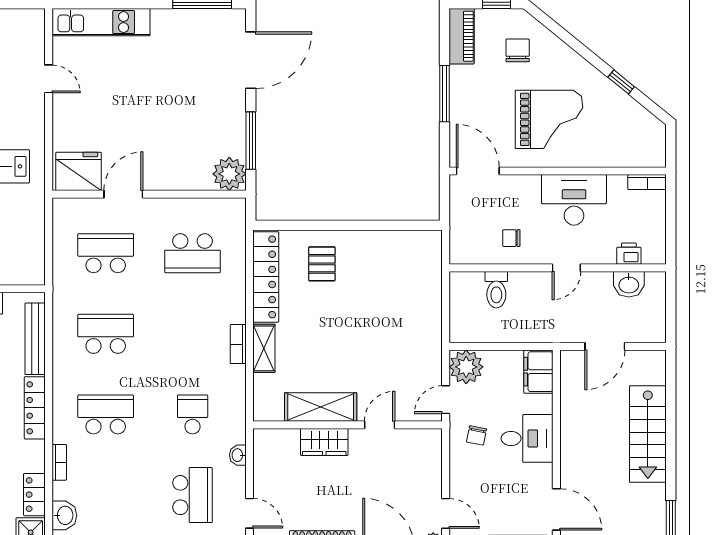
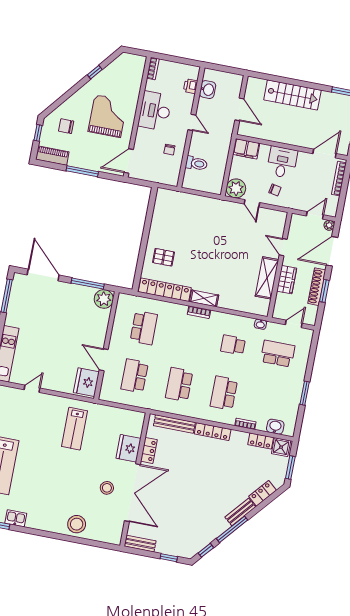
shelving: (321, 407) -> (267, 278), moved
wall: (348, 425) -> (280, 265), moved
door: (380, 425) -> (283, 247), moved
wardrobe: (324, 442) -> (287, 280), moved

